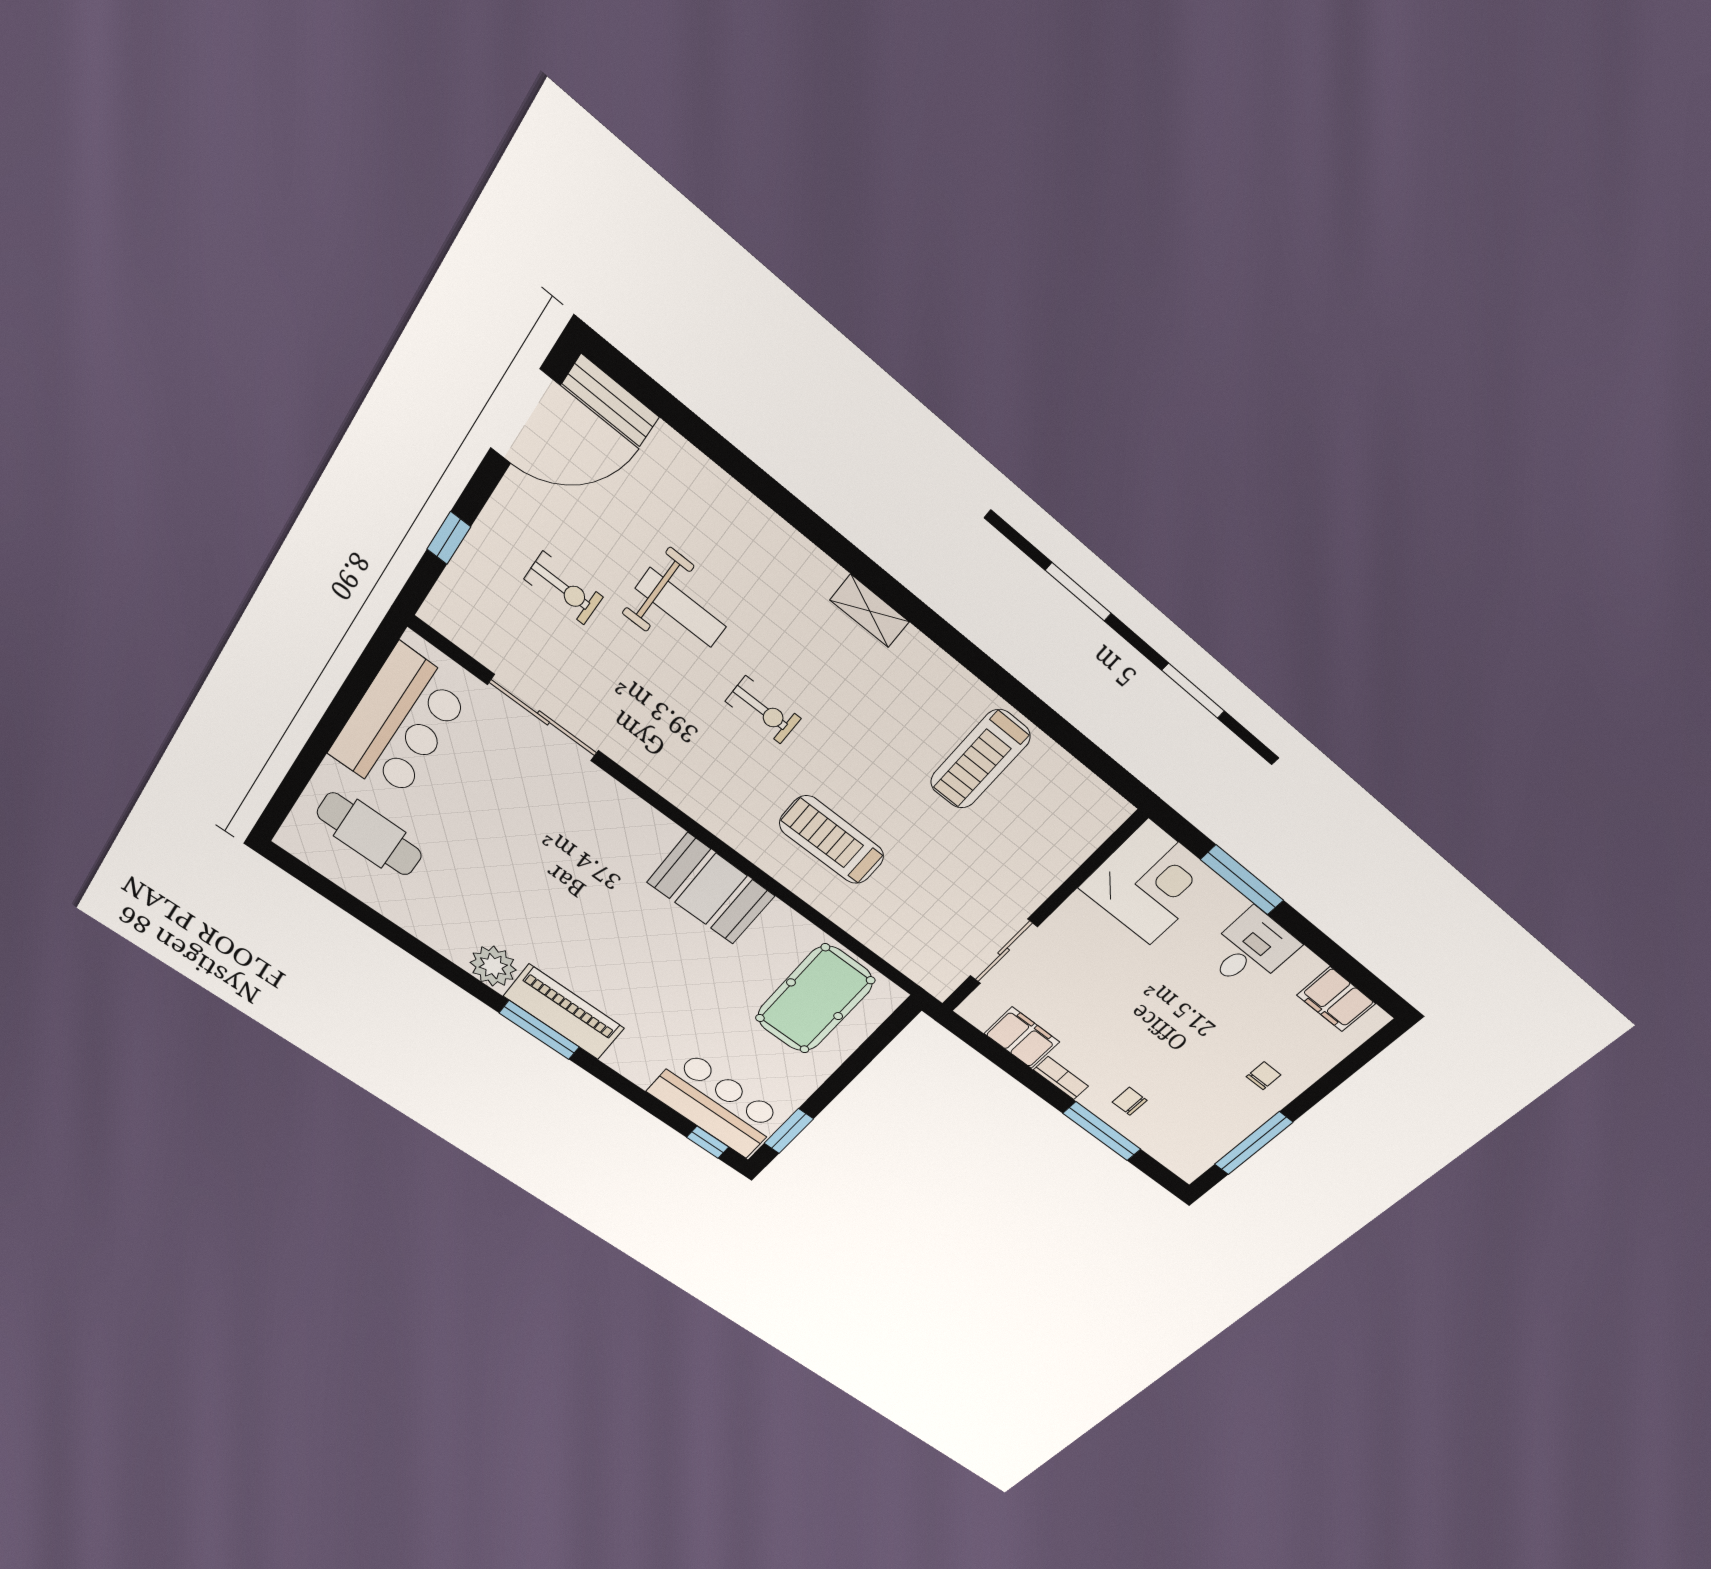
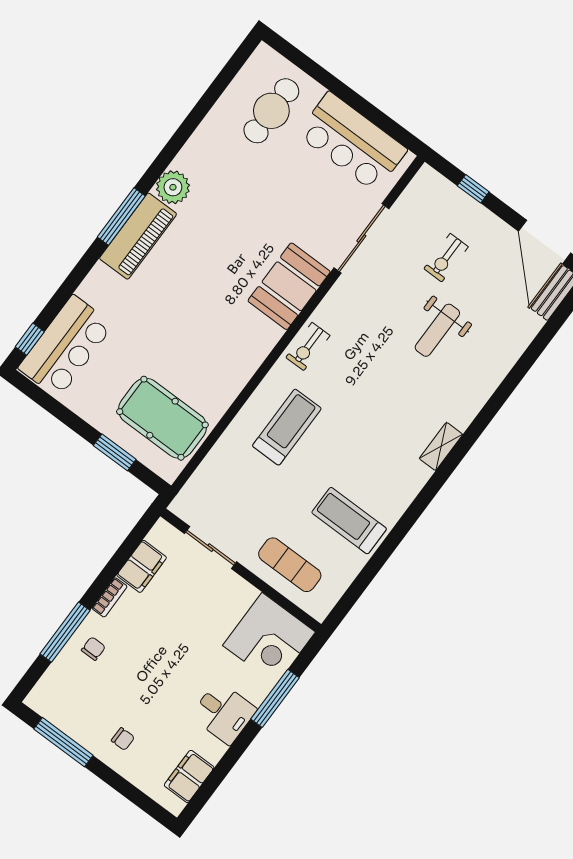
exercise bike: (763, 710) -> (308, 347), moved
exercise mat: (1040, 848) -> (290, 565), added
booth: (711, 889) -> (289, 286), moved
window: (789, 1131) -> (115, 452), moved

